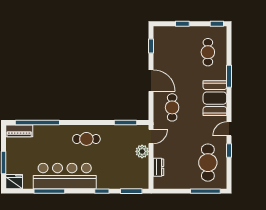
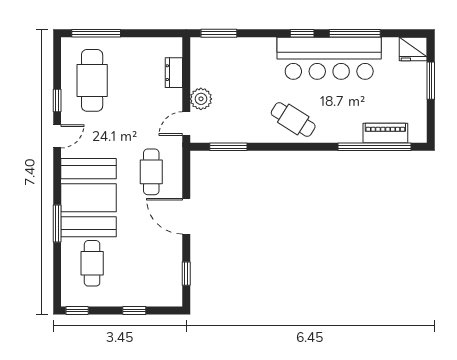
booth: (215, 98) -> (89, 198), width x1.36, depth x1.42
piano: (19, 131) -> (385, 133), moved
cafe table: (86, 139) -> (293, 120), turned 32
window: (102, 191) -> (302, 33), moved

